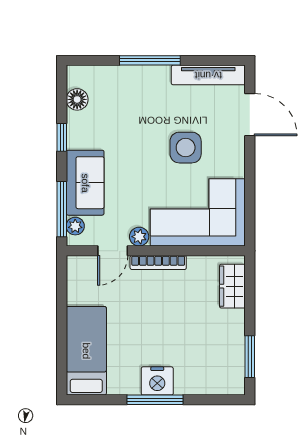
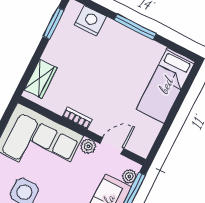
bookcase: (158, 262) -> (77, 118), width x0.64
nightstand: (157, 381) -> (90, 21), moved

